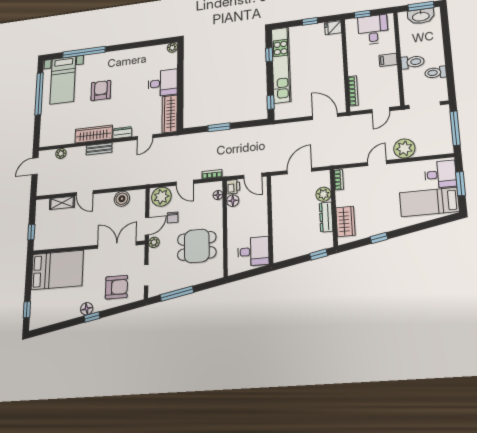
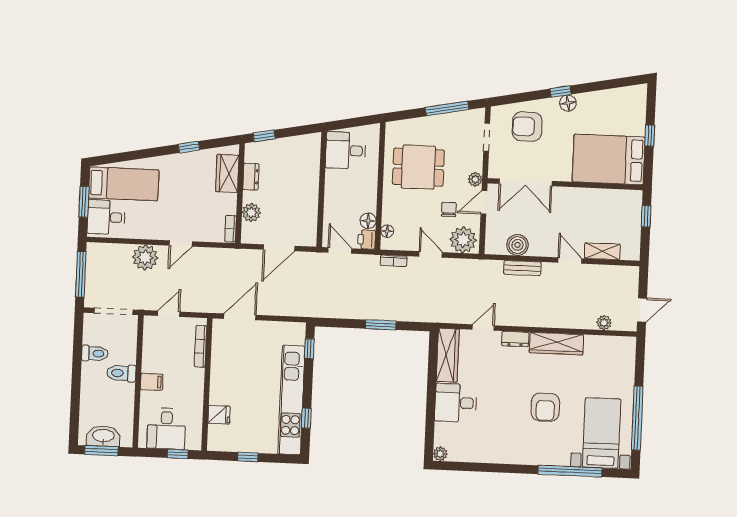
fridge: (333, 28) -> (219, 415), moved
door: (325, 116) -> (240, 317), swing flipped
bench: (99, 149) -> (522, 268), moved
dresser: (326, 217) -> (251, 177), width x0.70
window: (27, 310) -> (650, 136), moved

